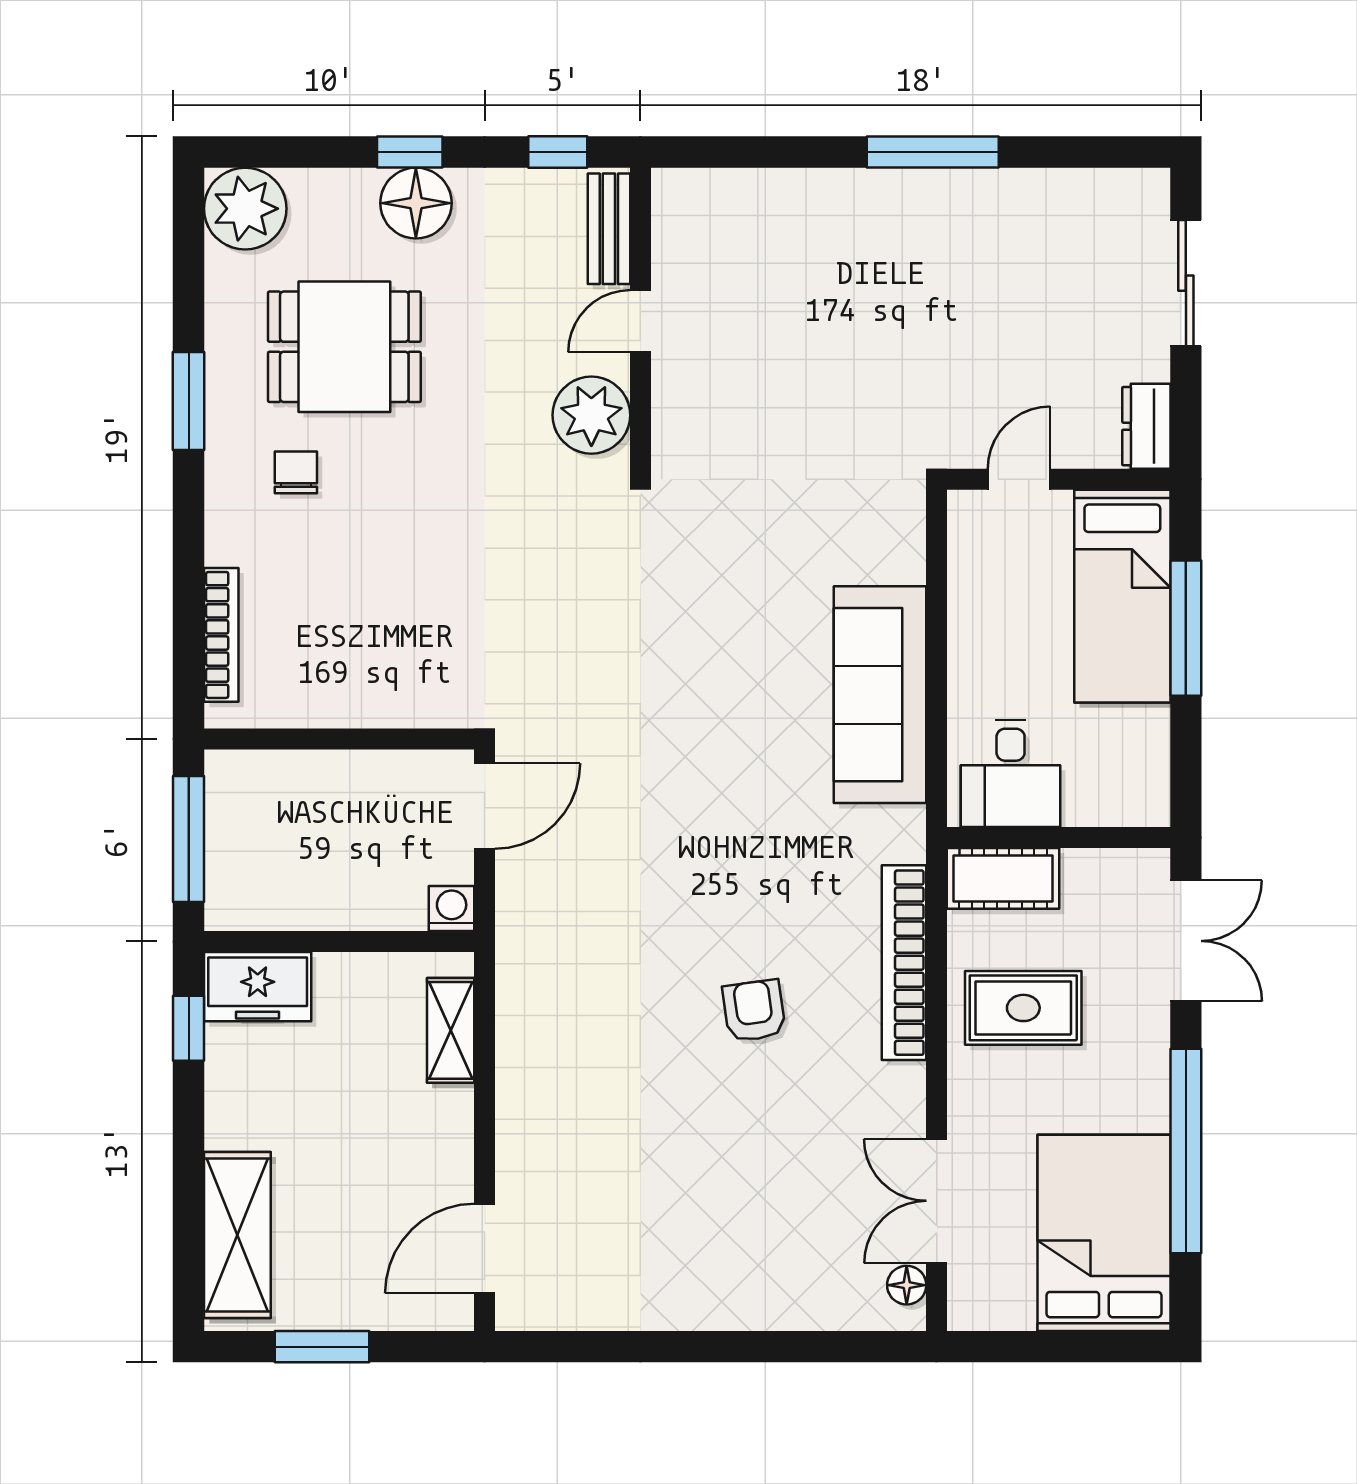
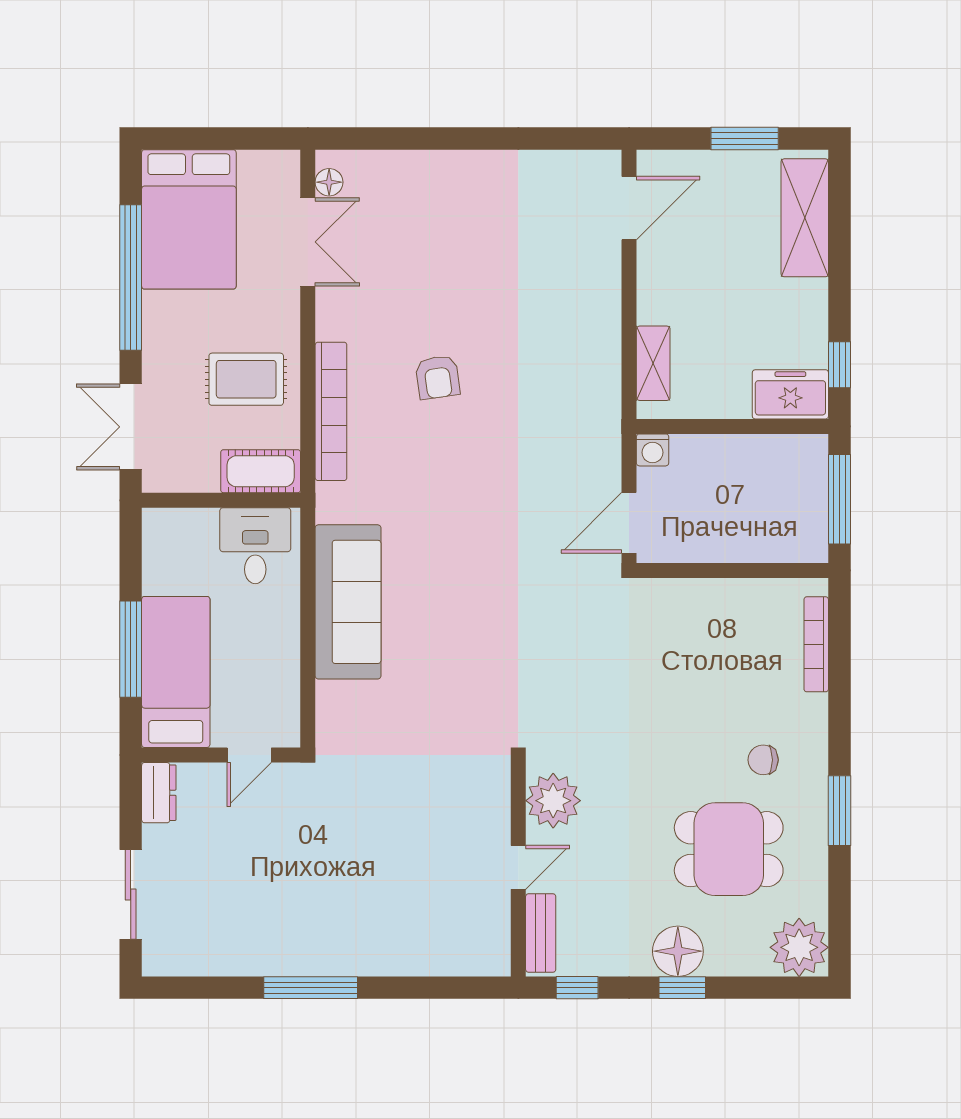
chair: (296, 472) -> (763, 760), turned 90

